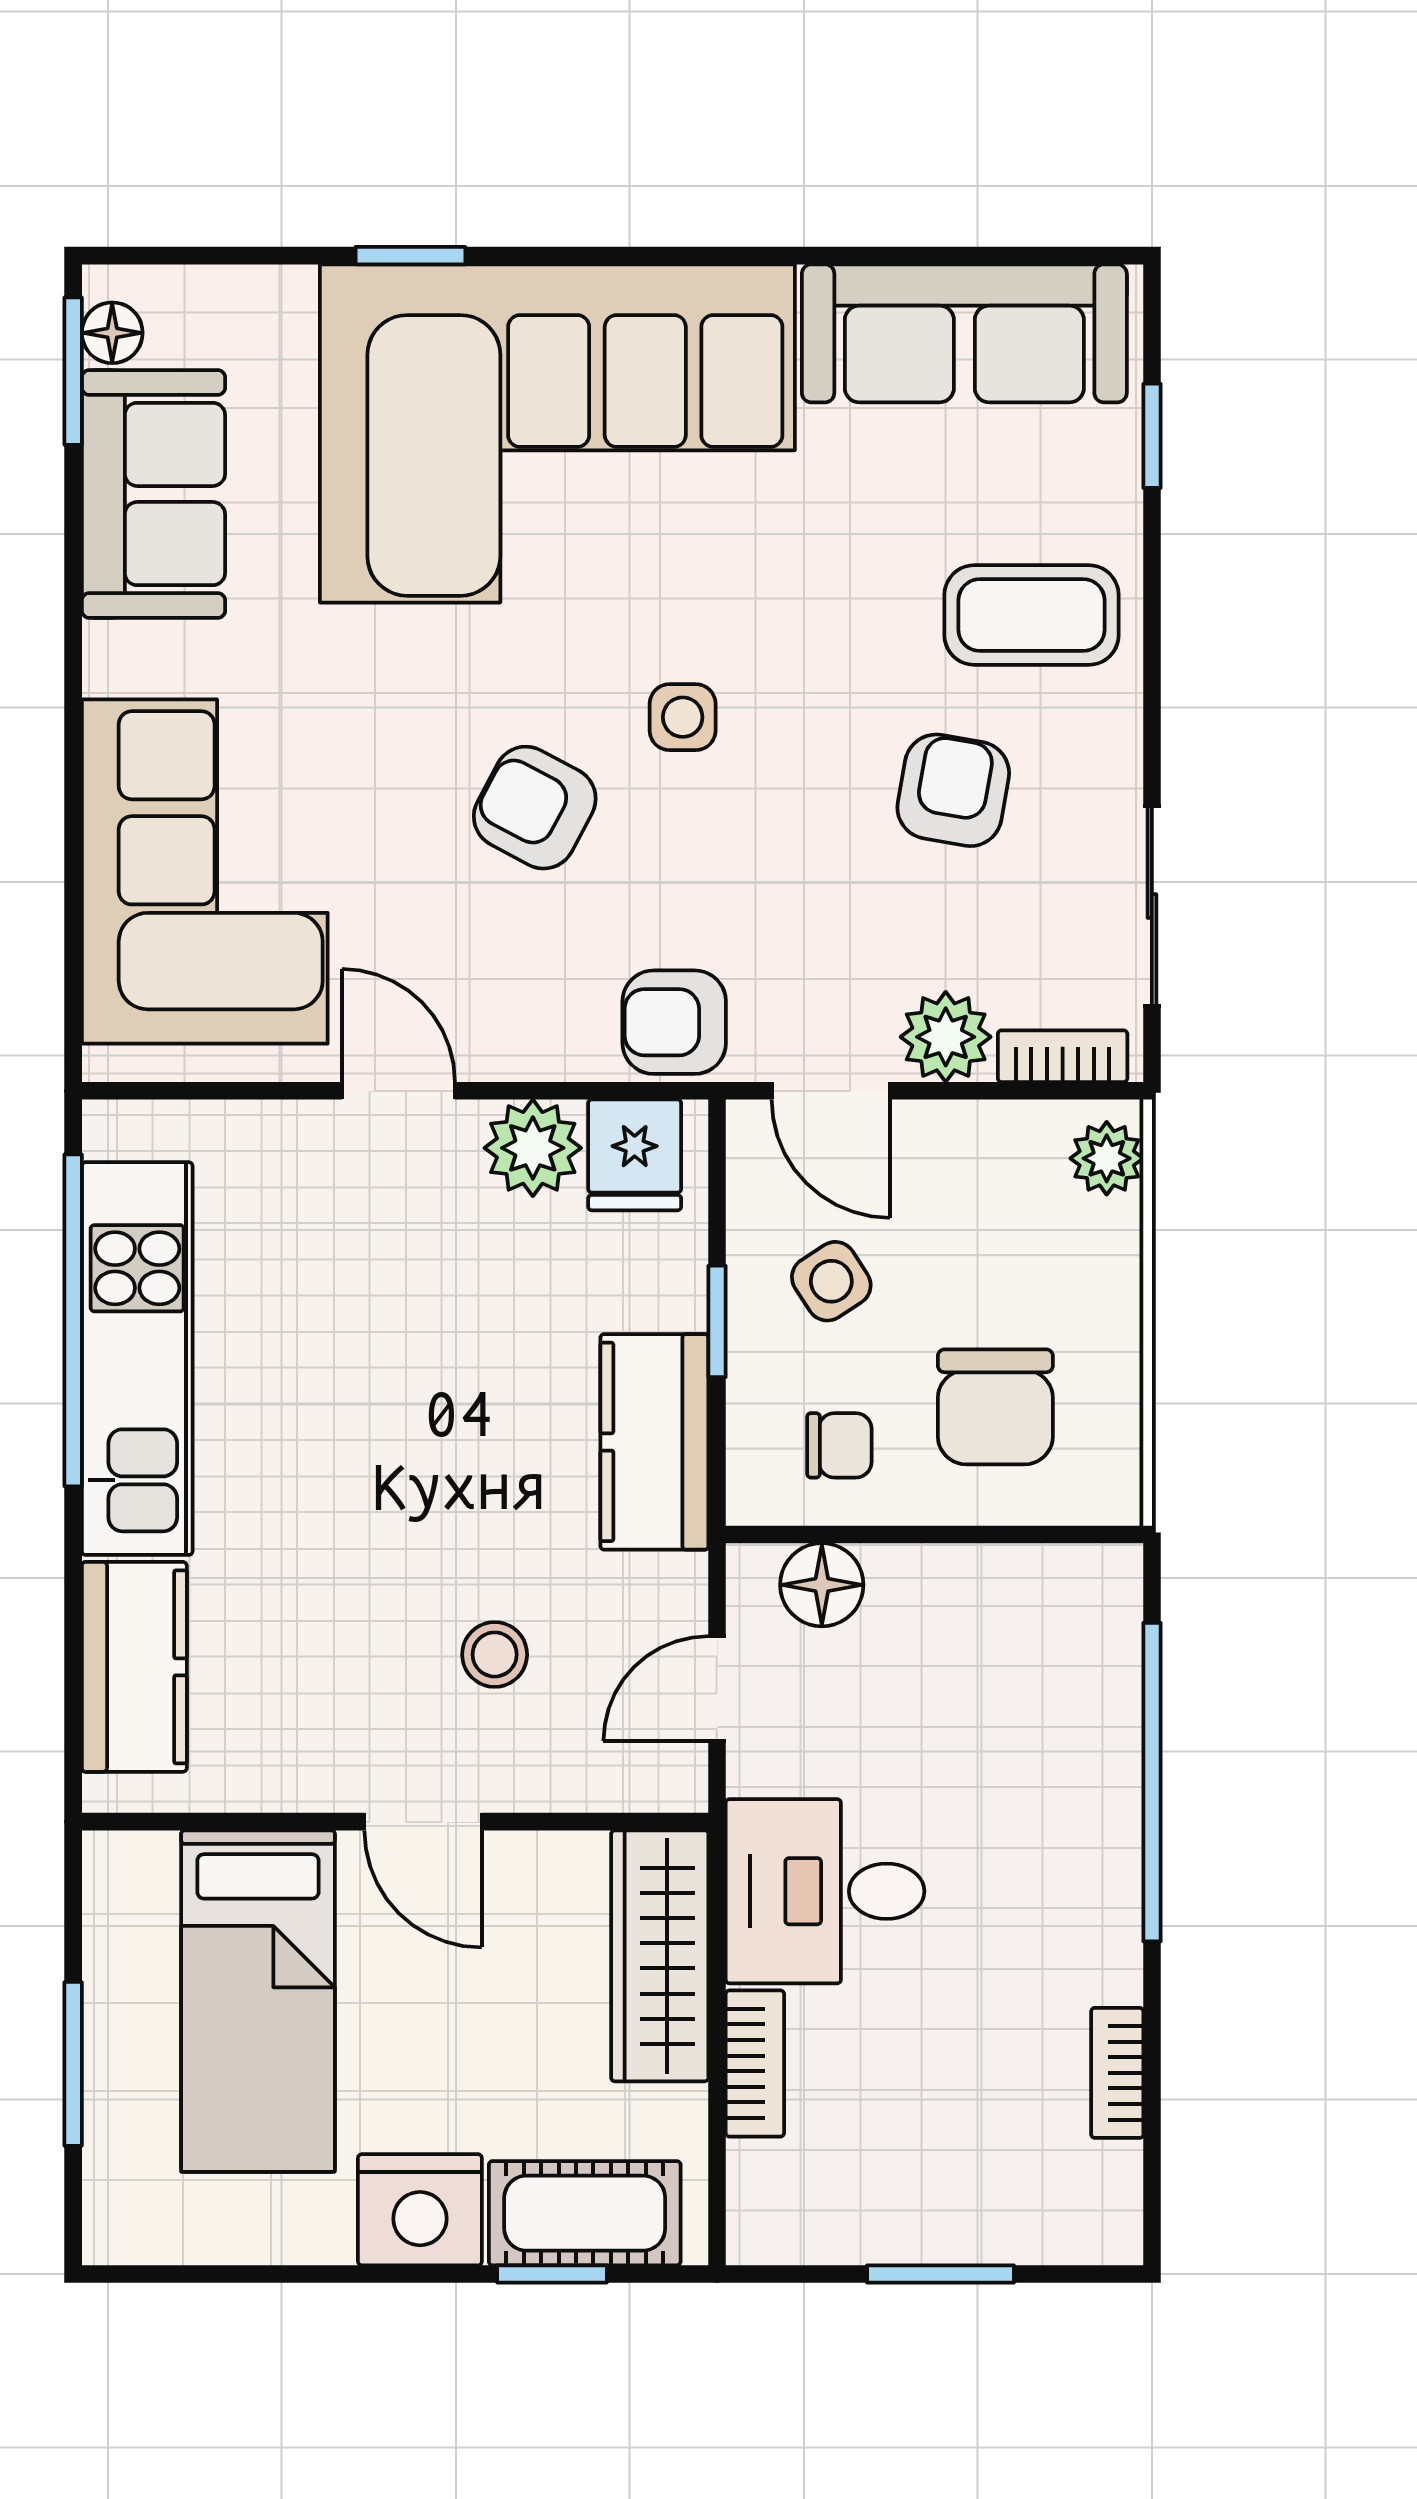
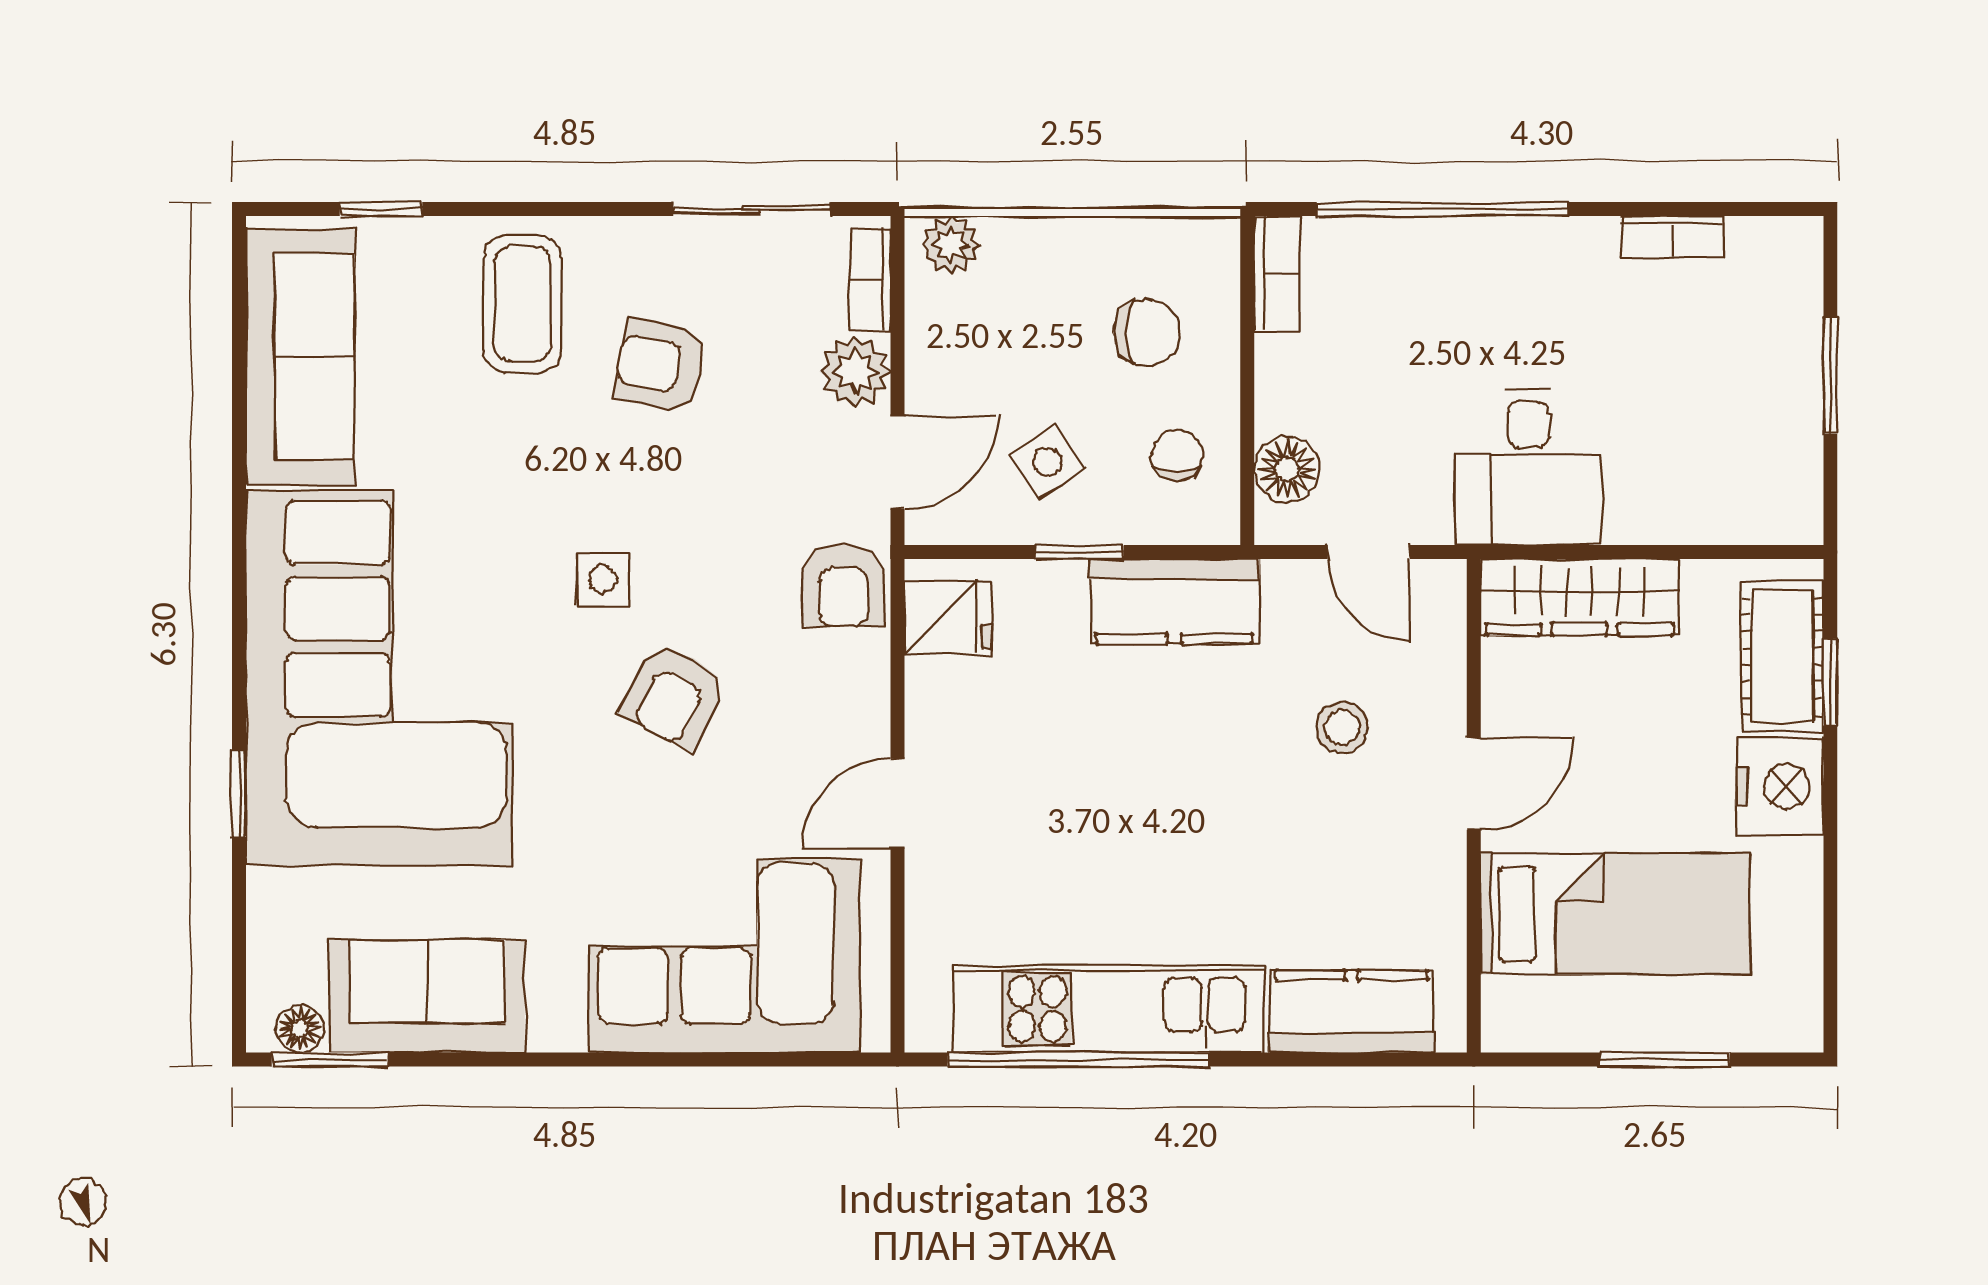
plant: (533, 1148) -> (943, 697), removed
chair: (995, 1407) -> (1147, 332), width x0.73, depth x0.73
bookcase: (755, 2063) -> (1277, 274), moved, turned 90

